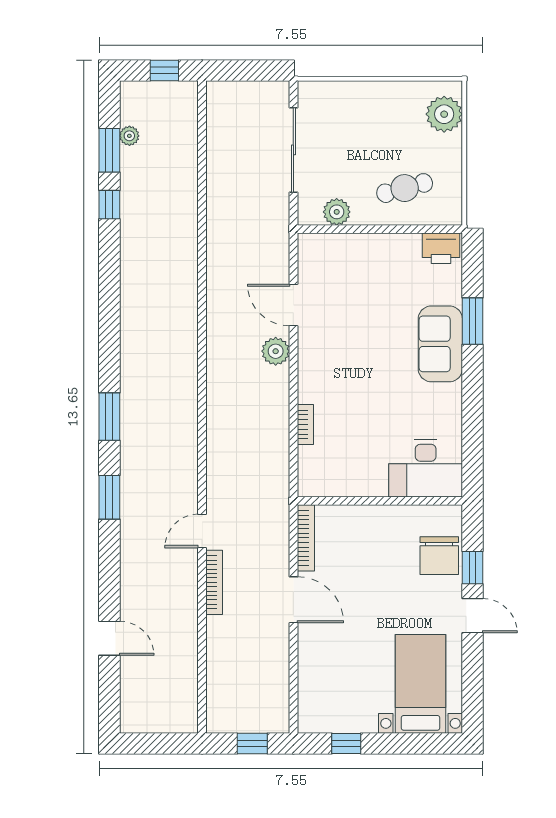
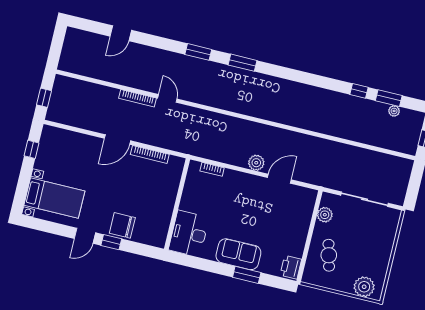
desk: (426, 468) -> (189, 234), moved
wall: (380, 501) -> (177, 204), moved

